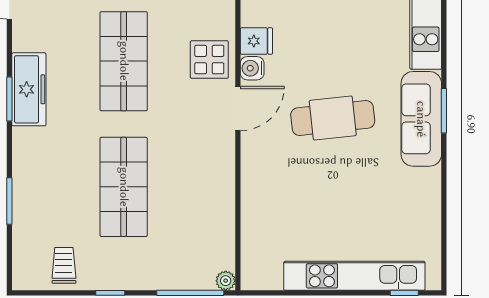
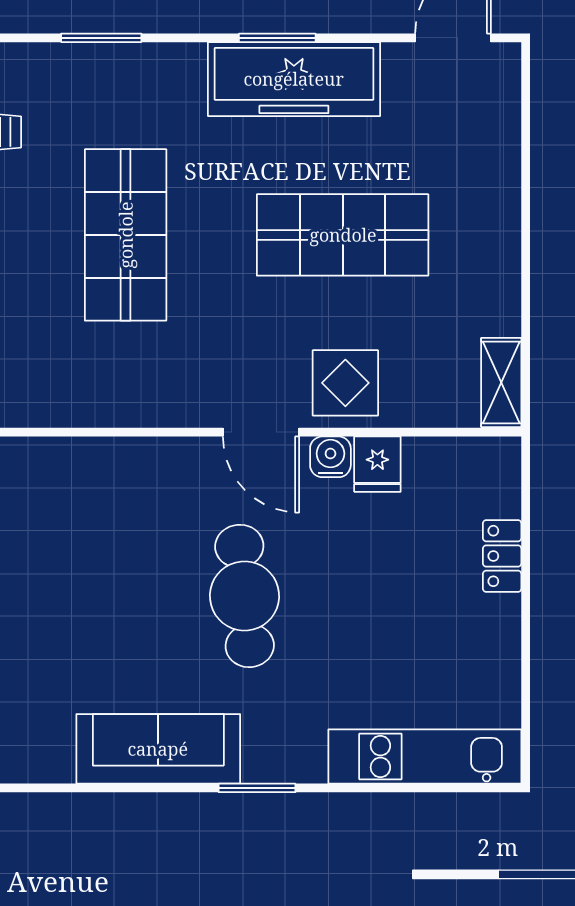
freezer: (29, 89) -> (294, 79), width x1.36, depth x1.26
sofa: (421, 119) -> (158, 749), moved
shop shelf: (124, 187) -> (126, 235), turned 90

